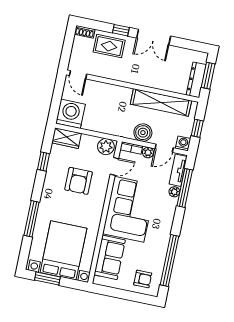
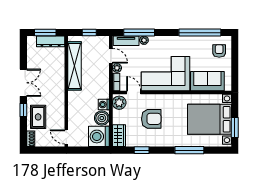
door: (78, 75) -> (66, 137), swing flipped
boiler: (143, 133) -> (102, 118), moved
washing machine: (183, 143) -> (104, 105), moved

